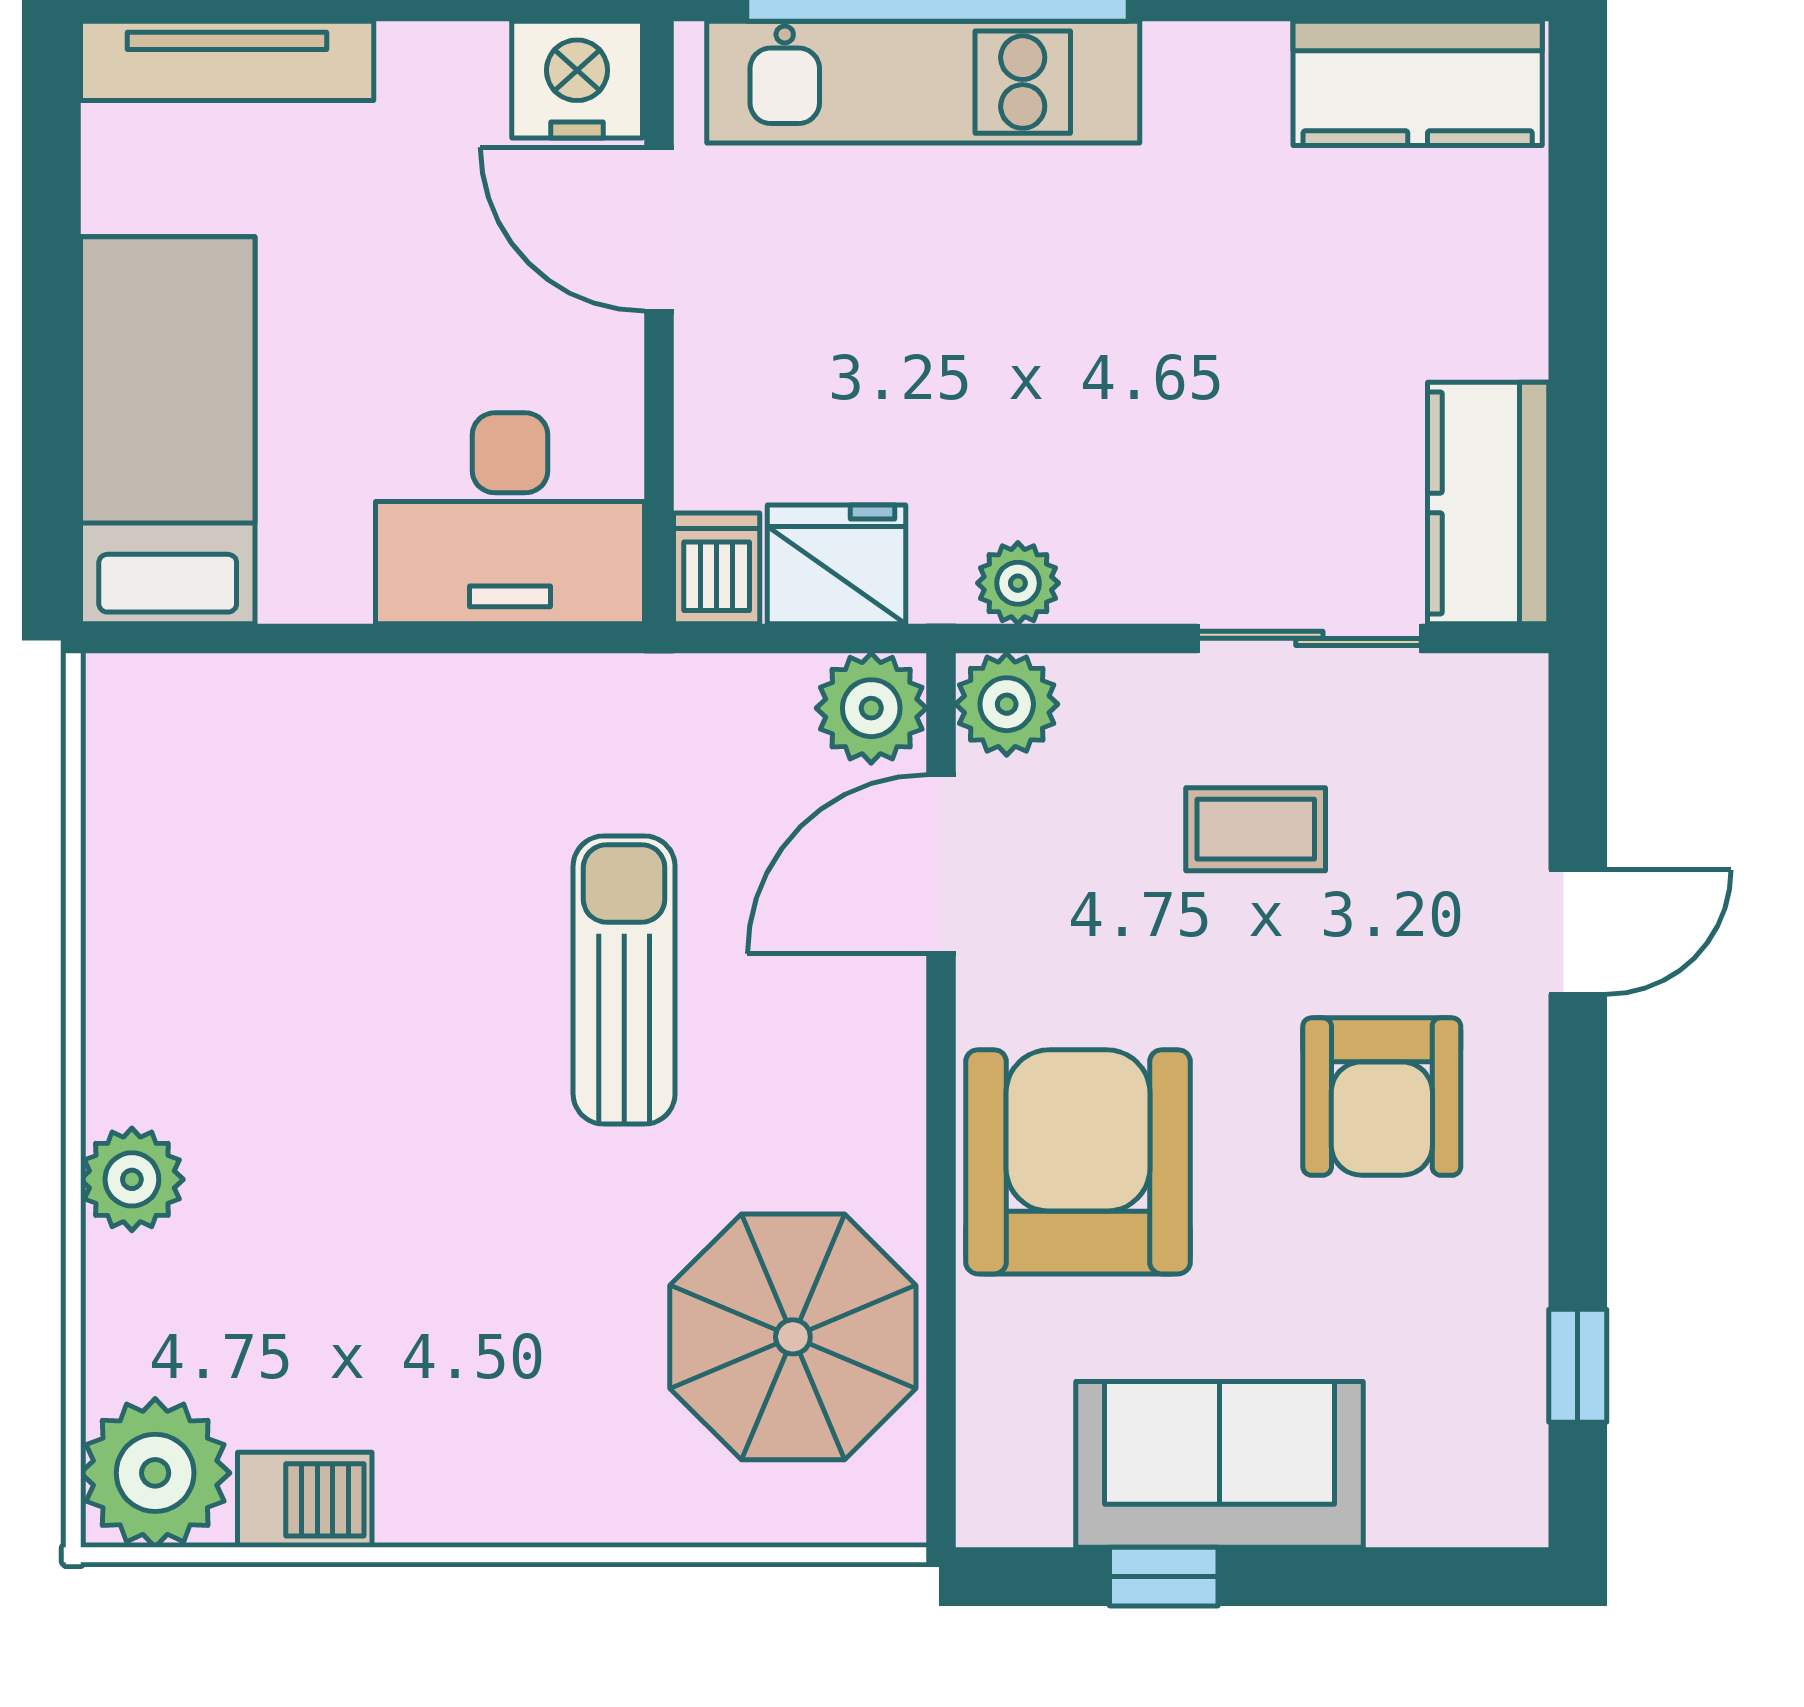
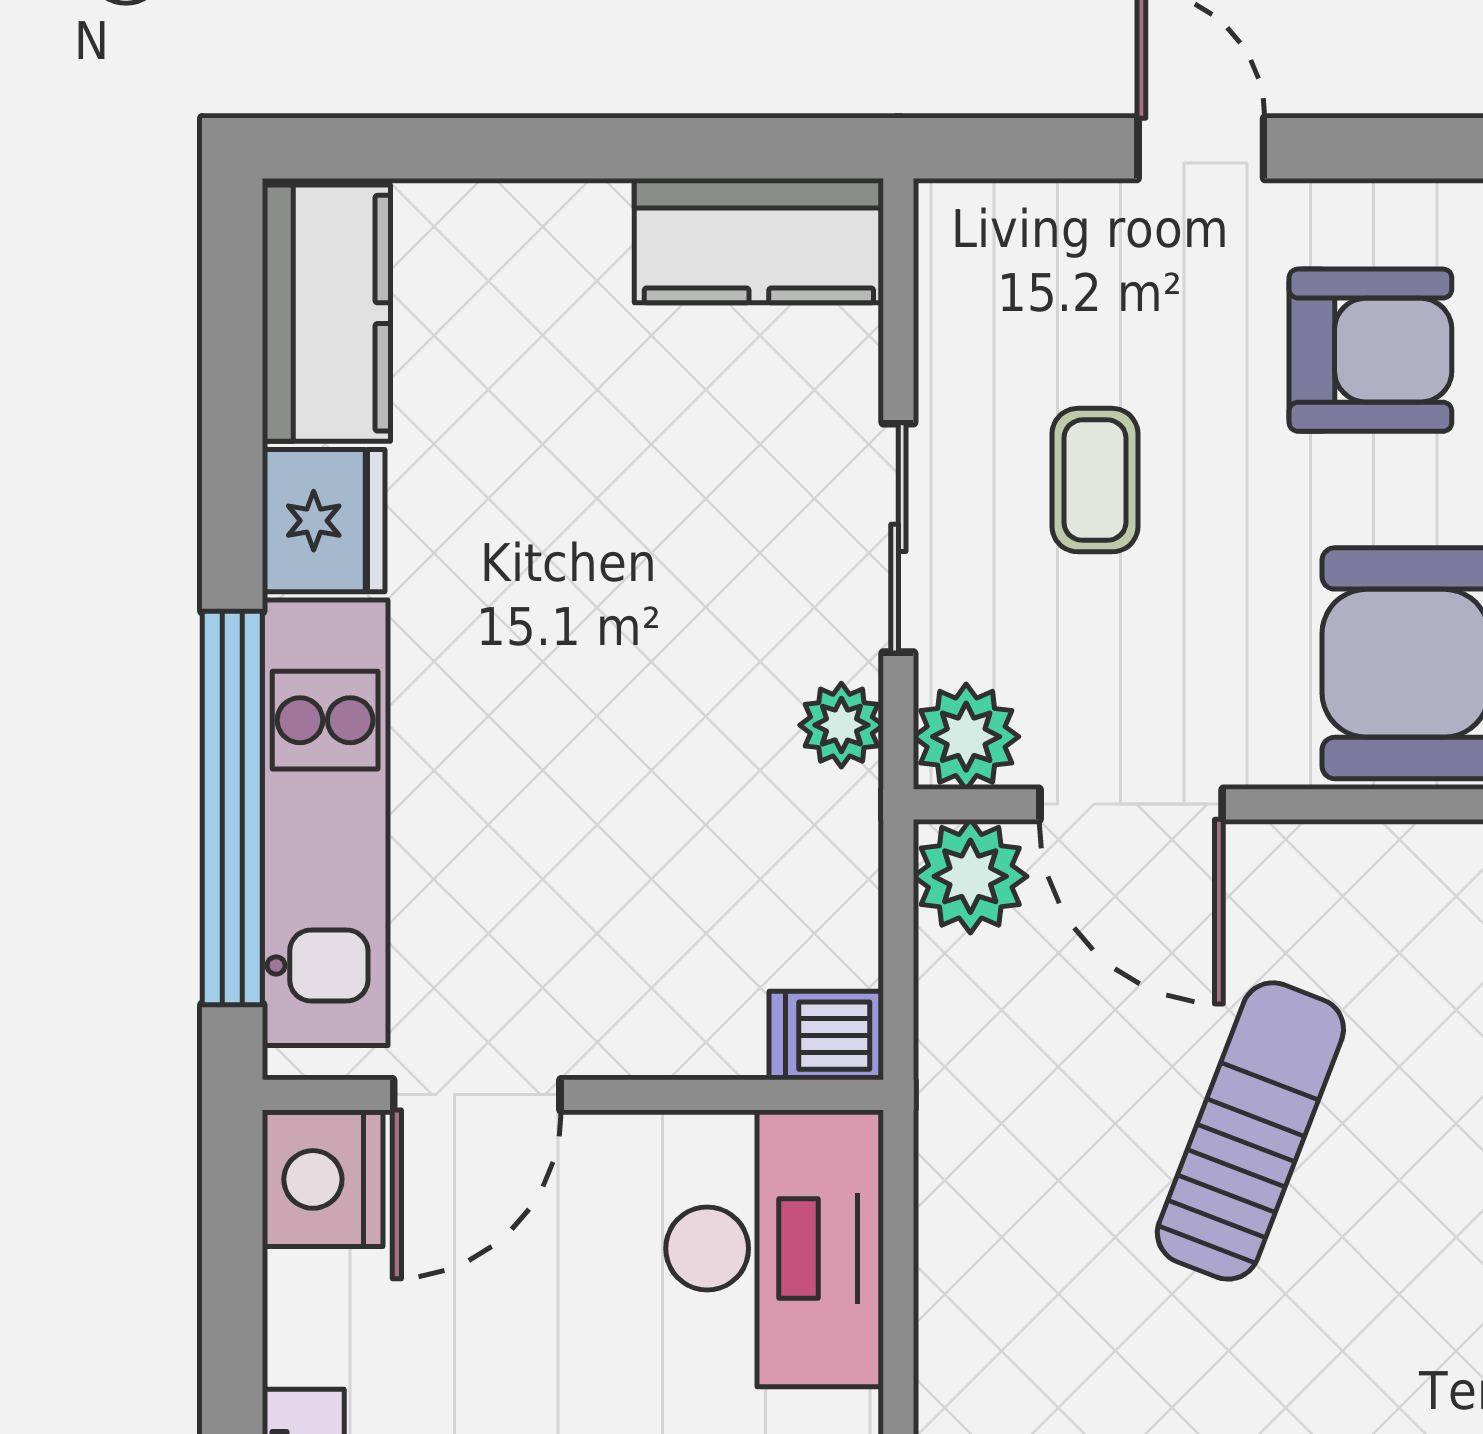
fridge: (837, 564) -> (324, 521), moved, turned 180
sliding door: (1309, 638) -> (898, 538), moved
sun lounger: (624, 980) -> (1250, 1131), turned 111

